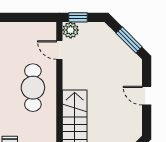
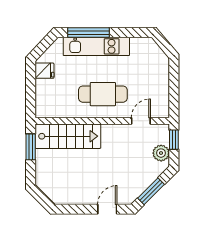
plant: (71, 30) -> (161, 153), moved
door: (147, 96) -> (107, 209), moved

